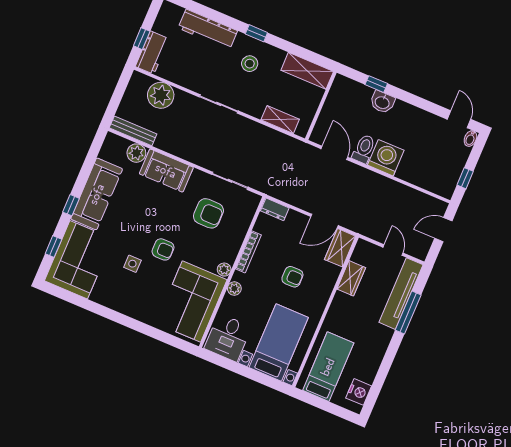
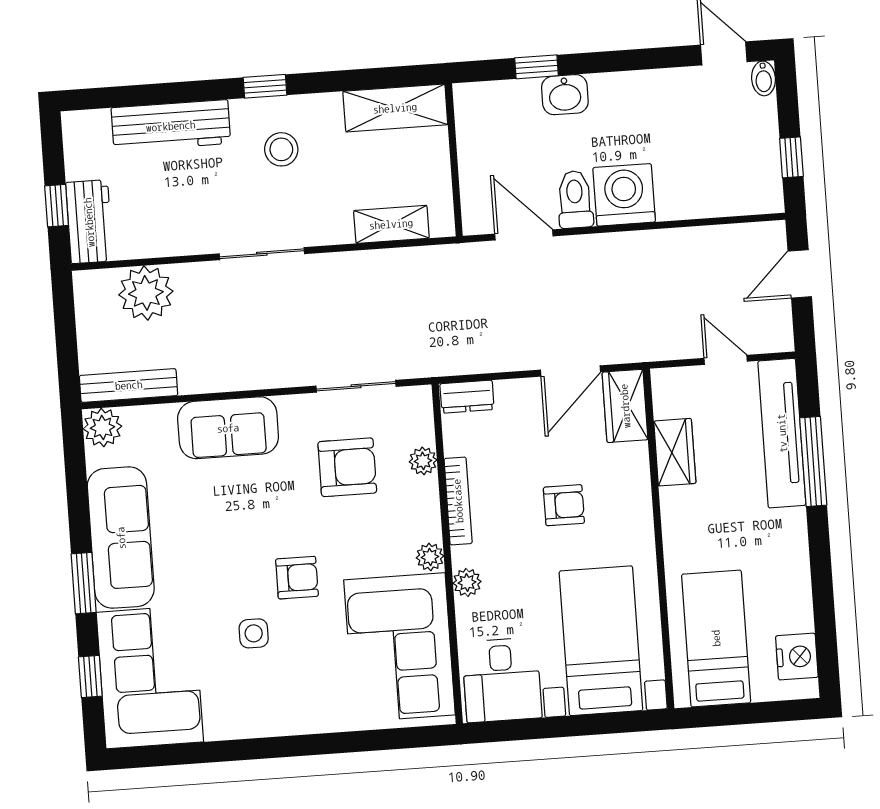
plant: (136, 153) -> (102, 427), moved
window: (71, 205) -> (84, 583), width x1.50
plant: (242, 227) -> (423, 461), added

